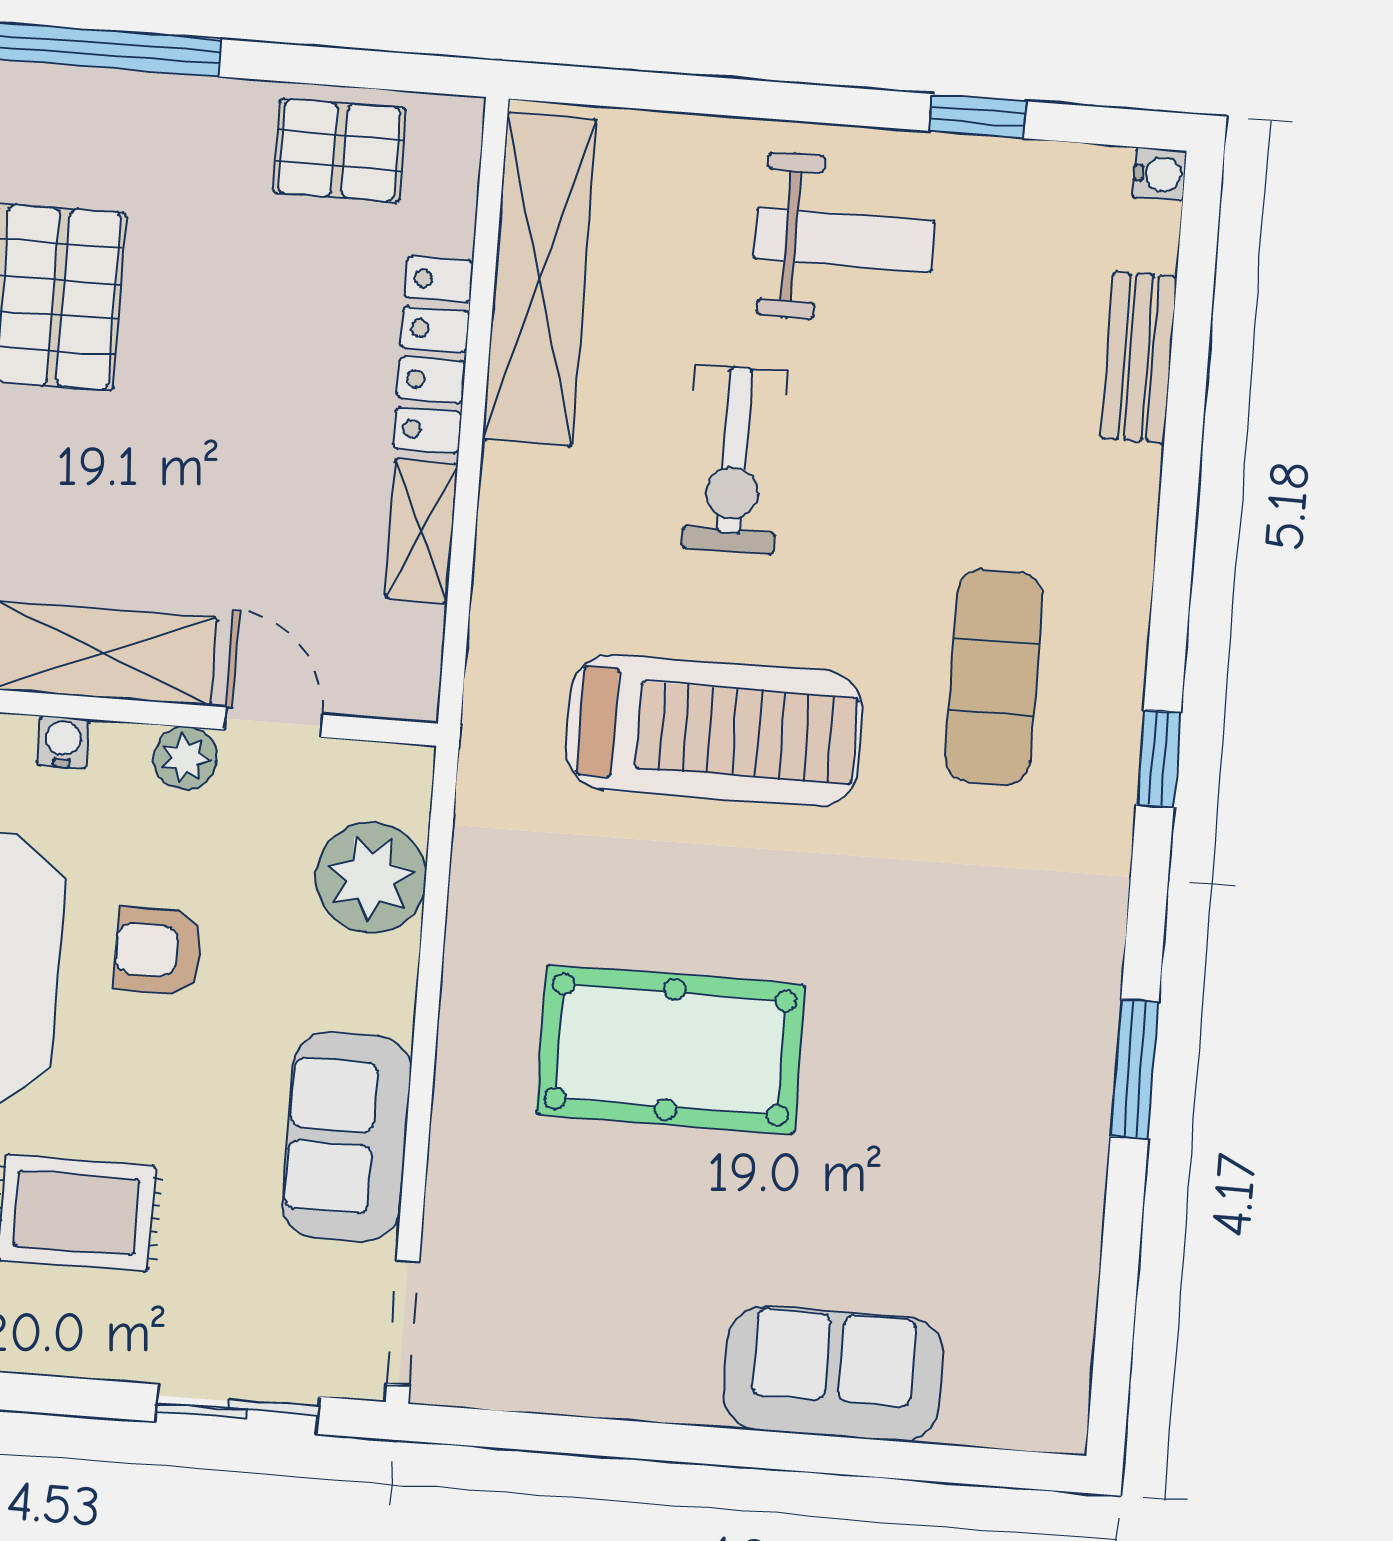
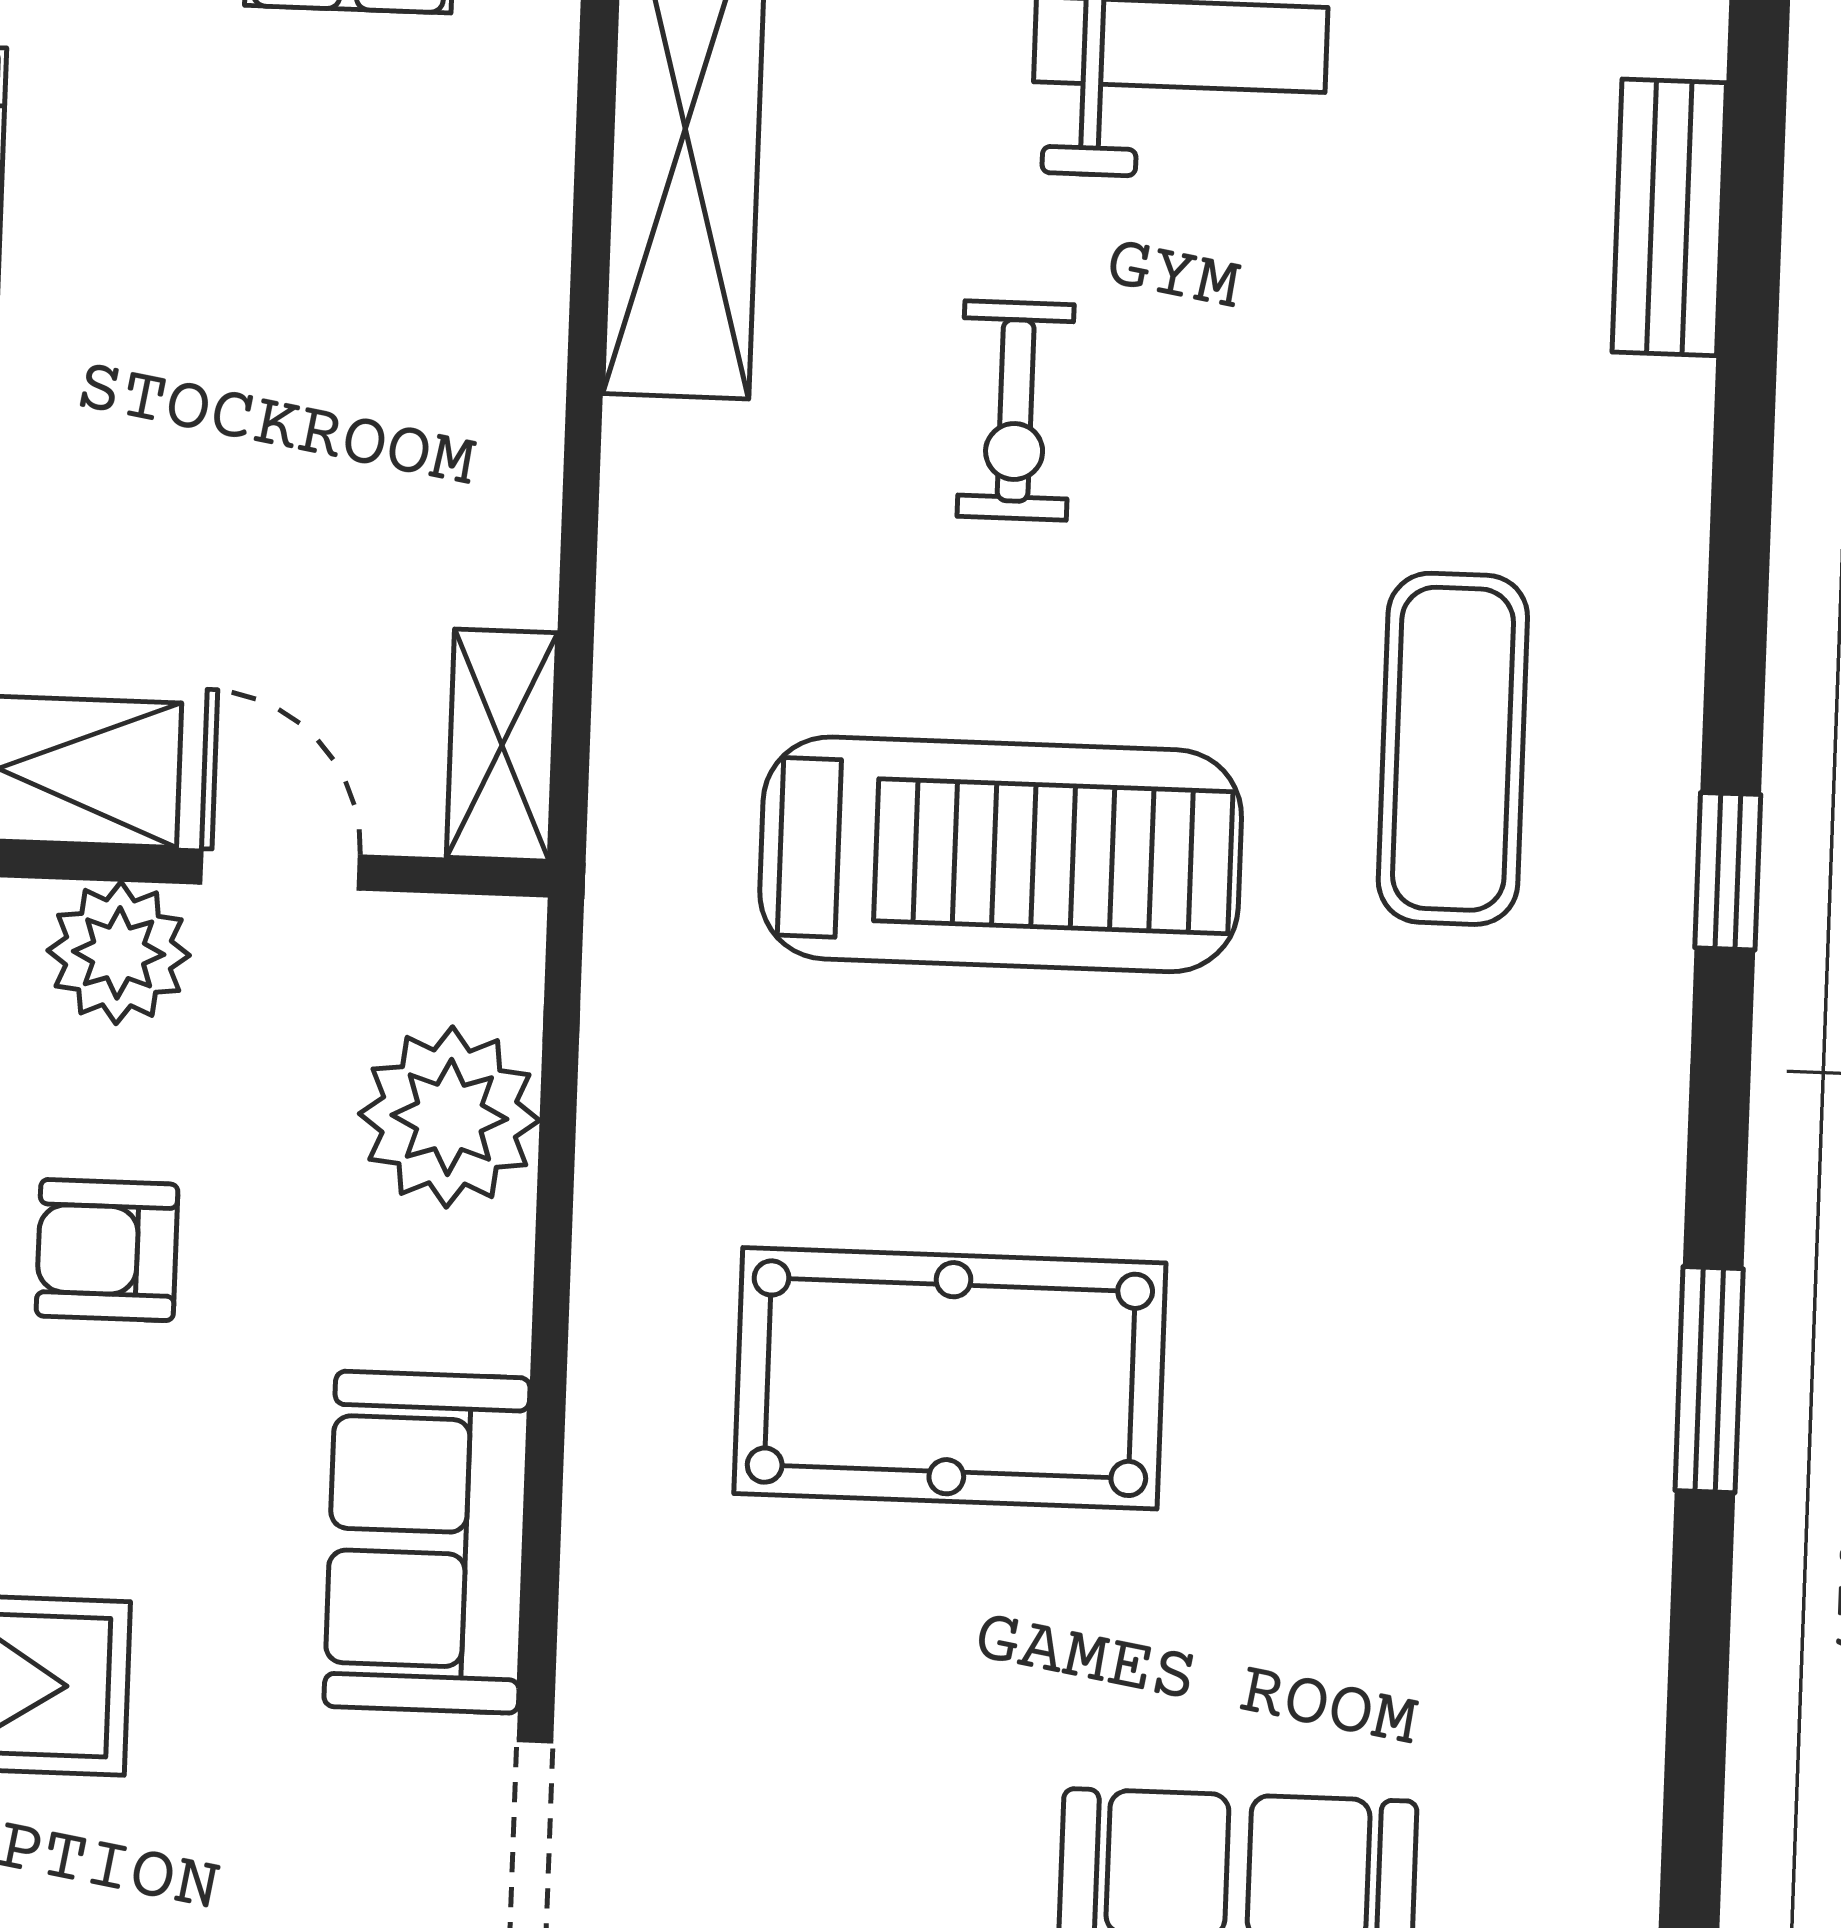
locker: (433, 355) -> (517, 259), removed
exercise bike: (734, 459) -> (1016, 410), width x0.73, depth x0.72
shelving: (421, 531) -> (502, 745), moved
plant: (185, 758) -> (119, 953), width x1.38, depth x1.38

